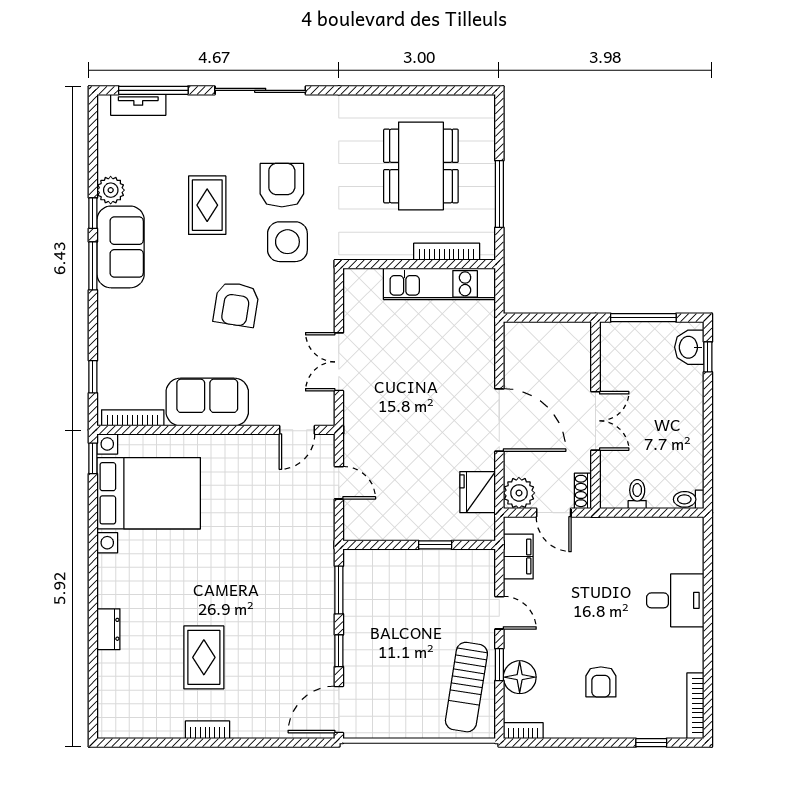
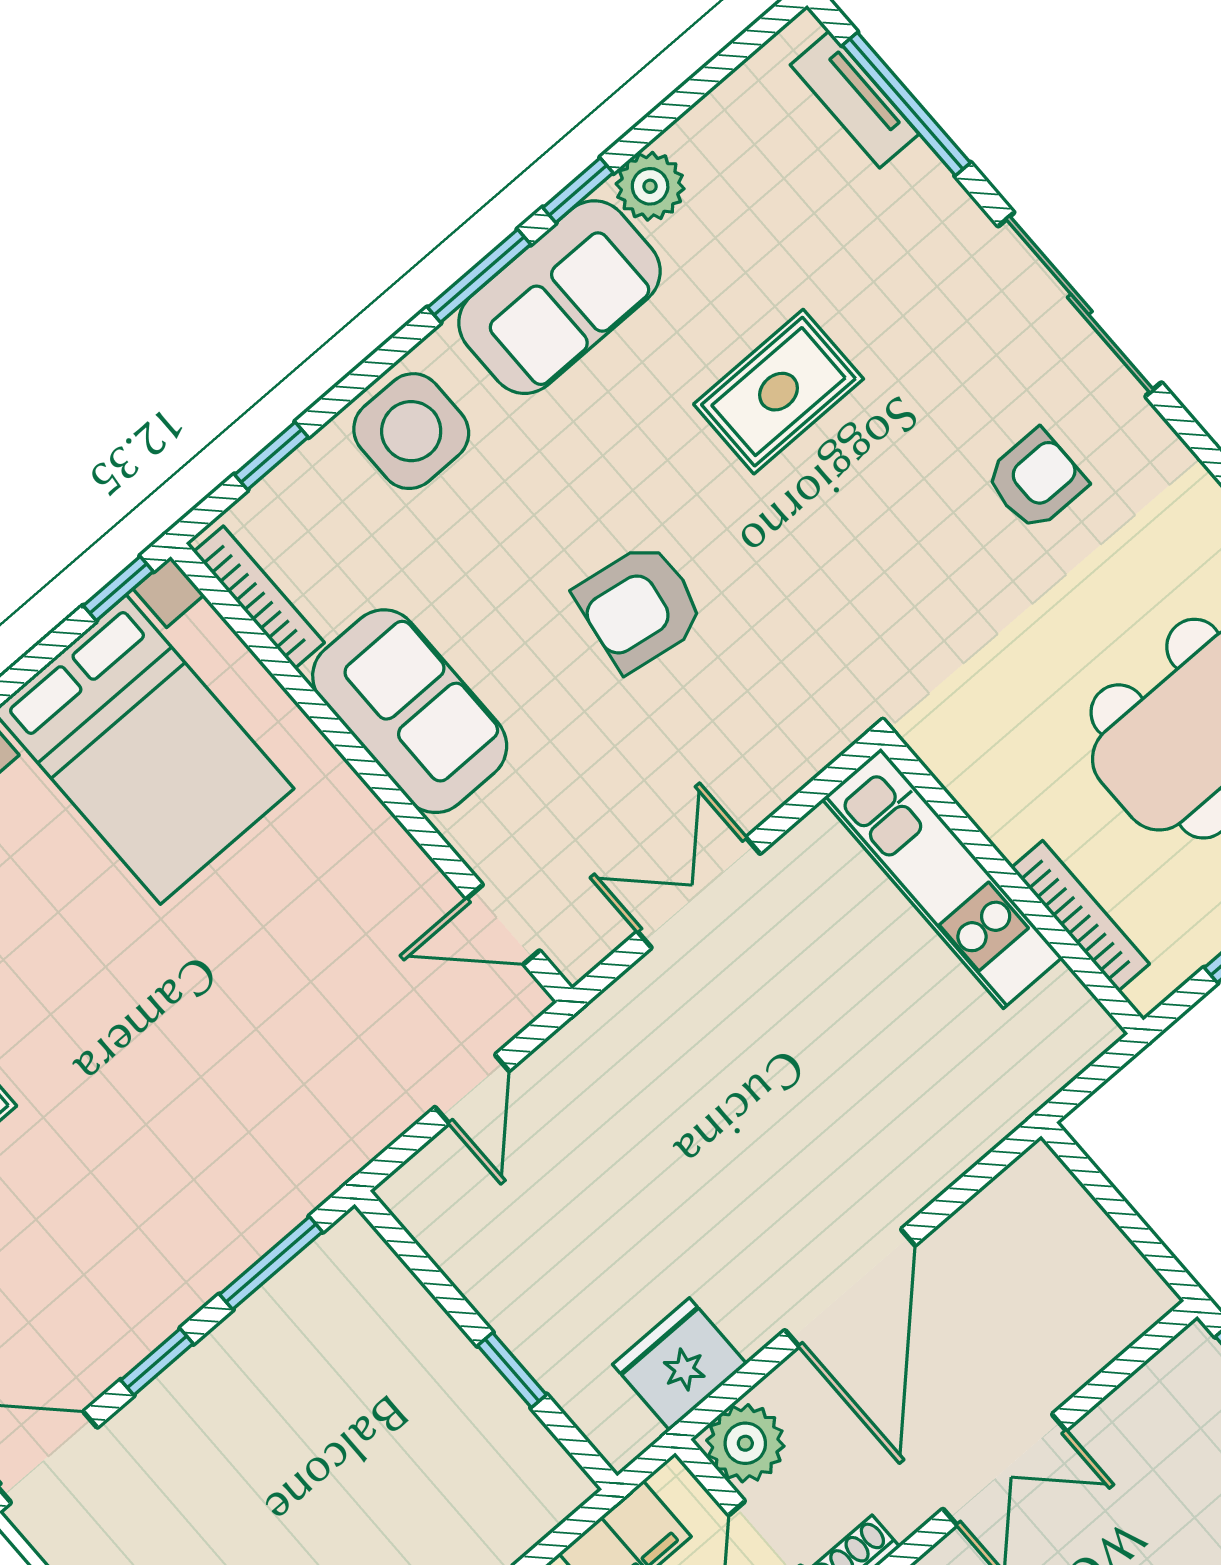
armchair: (282, 185) -> (1036, 480), moved, width x0.72, depth x0.72
side table: (287, 242) -> (411, 431), moved
kitchen unit: (439, 284) -> (942, 878), moved

